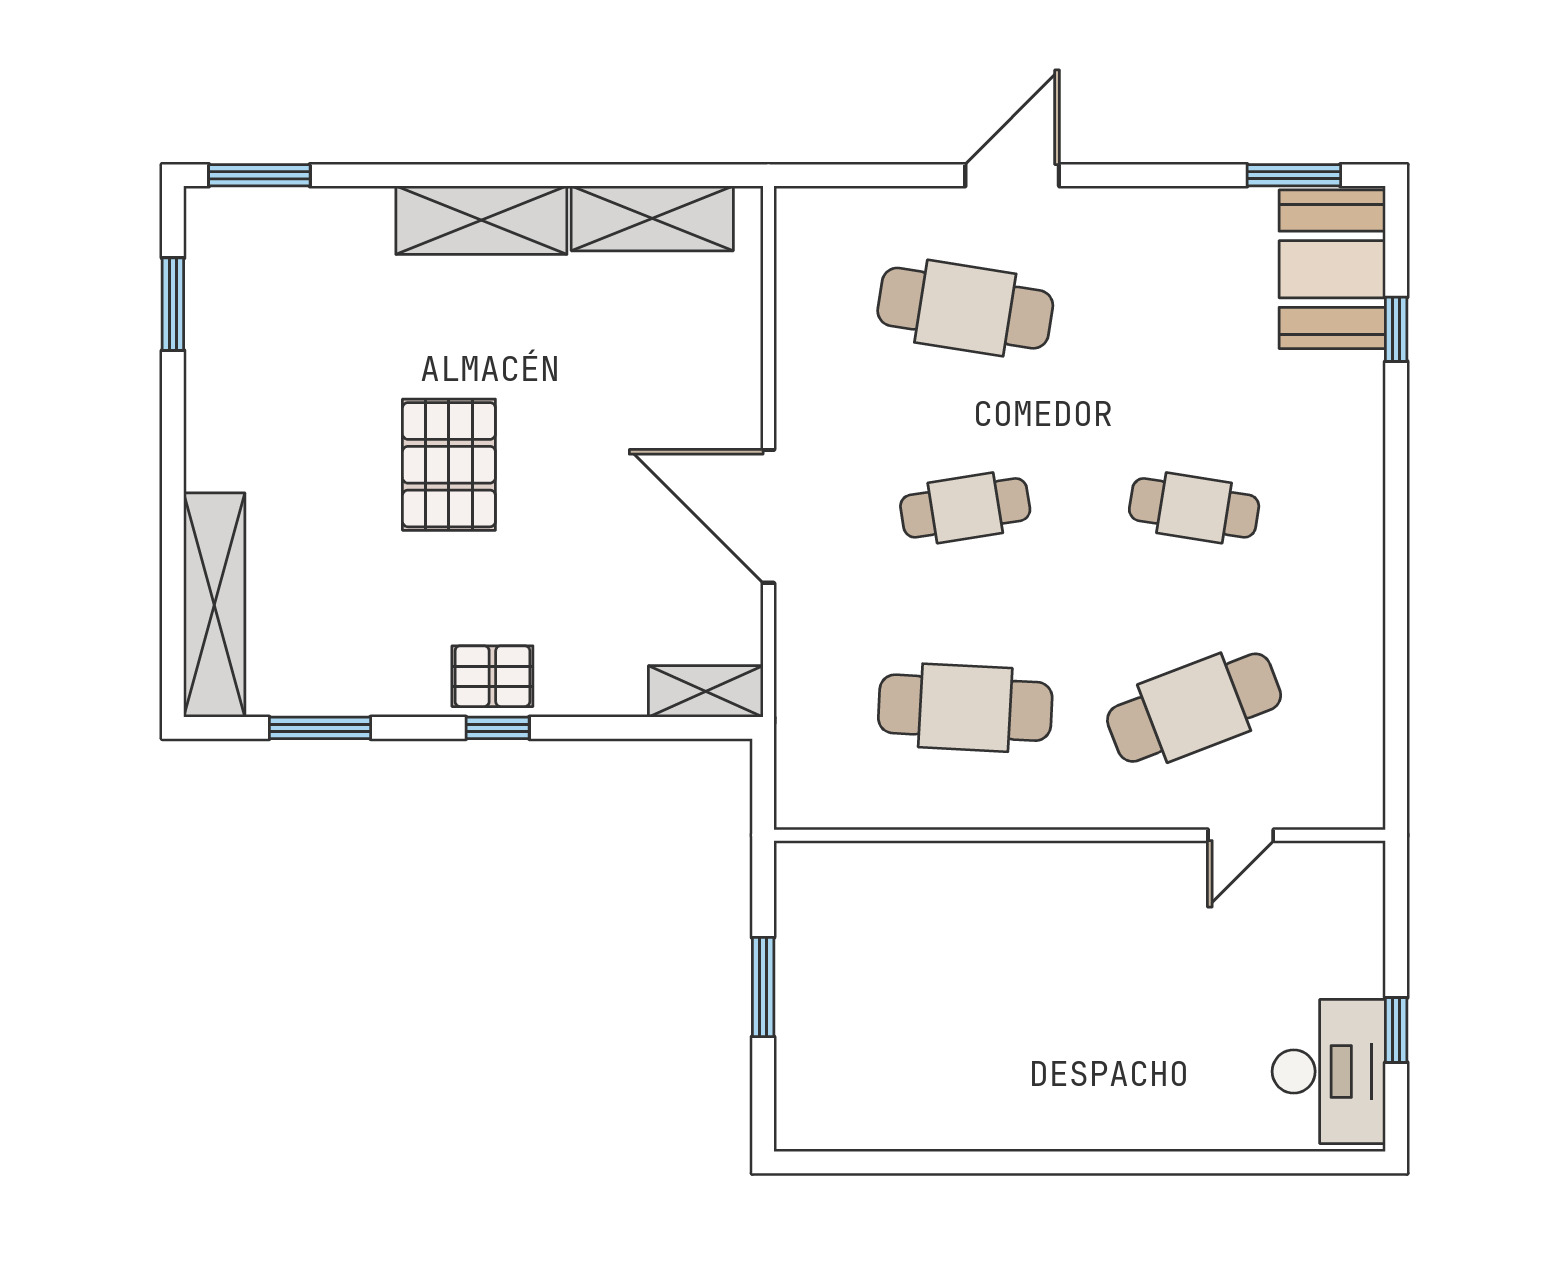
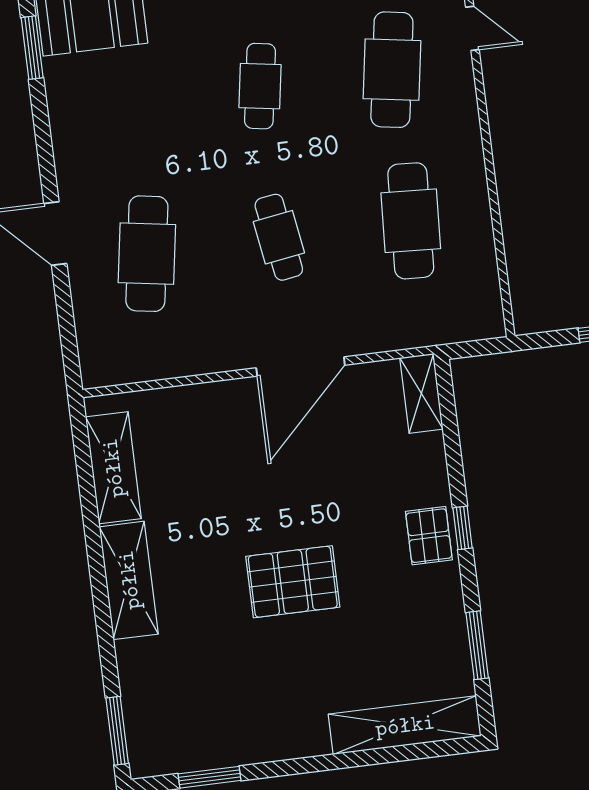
cafe table: (1194, 708) -> (392, 70), turned 30

